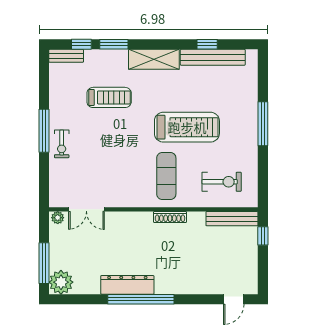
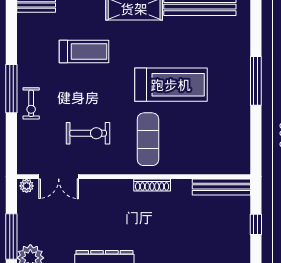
exercise bike: (222, 182) -> (88, 133), moved
window: (263, 236) -> (256, 224), moved

